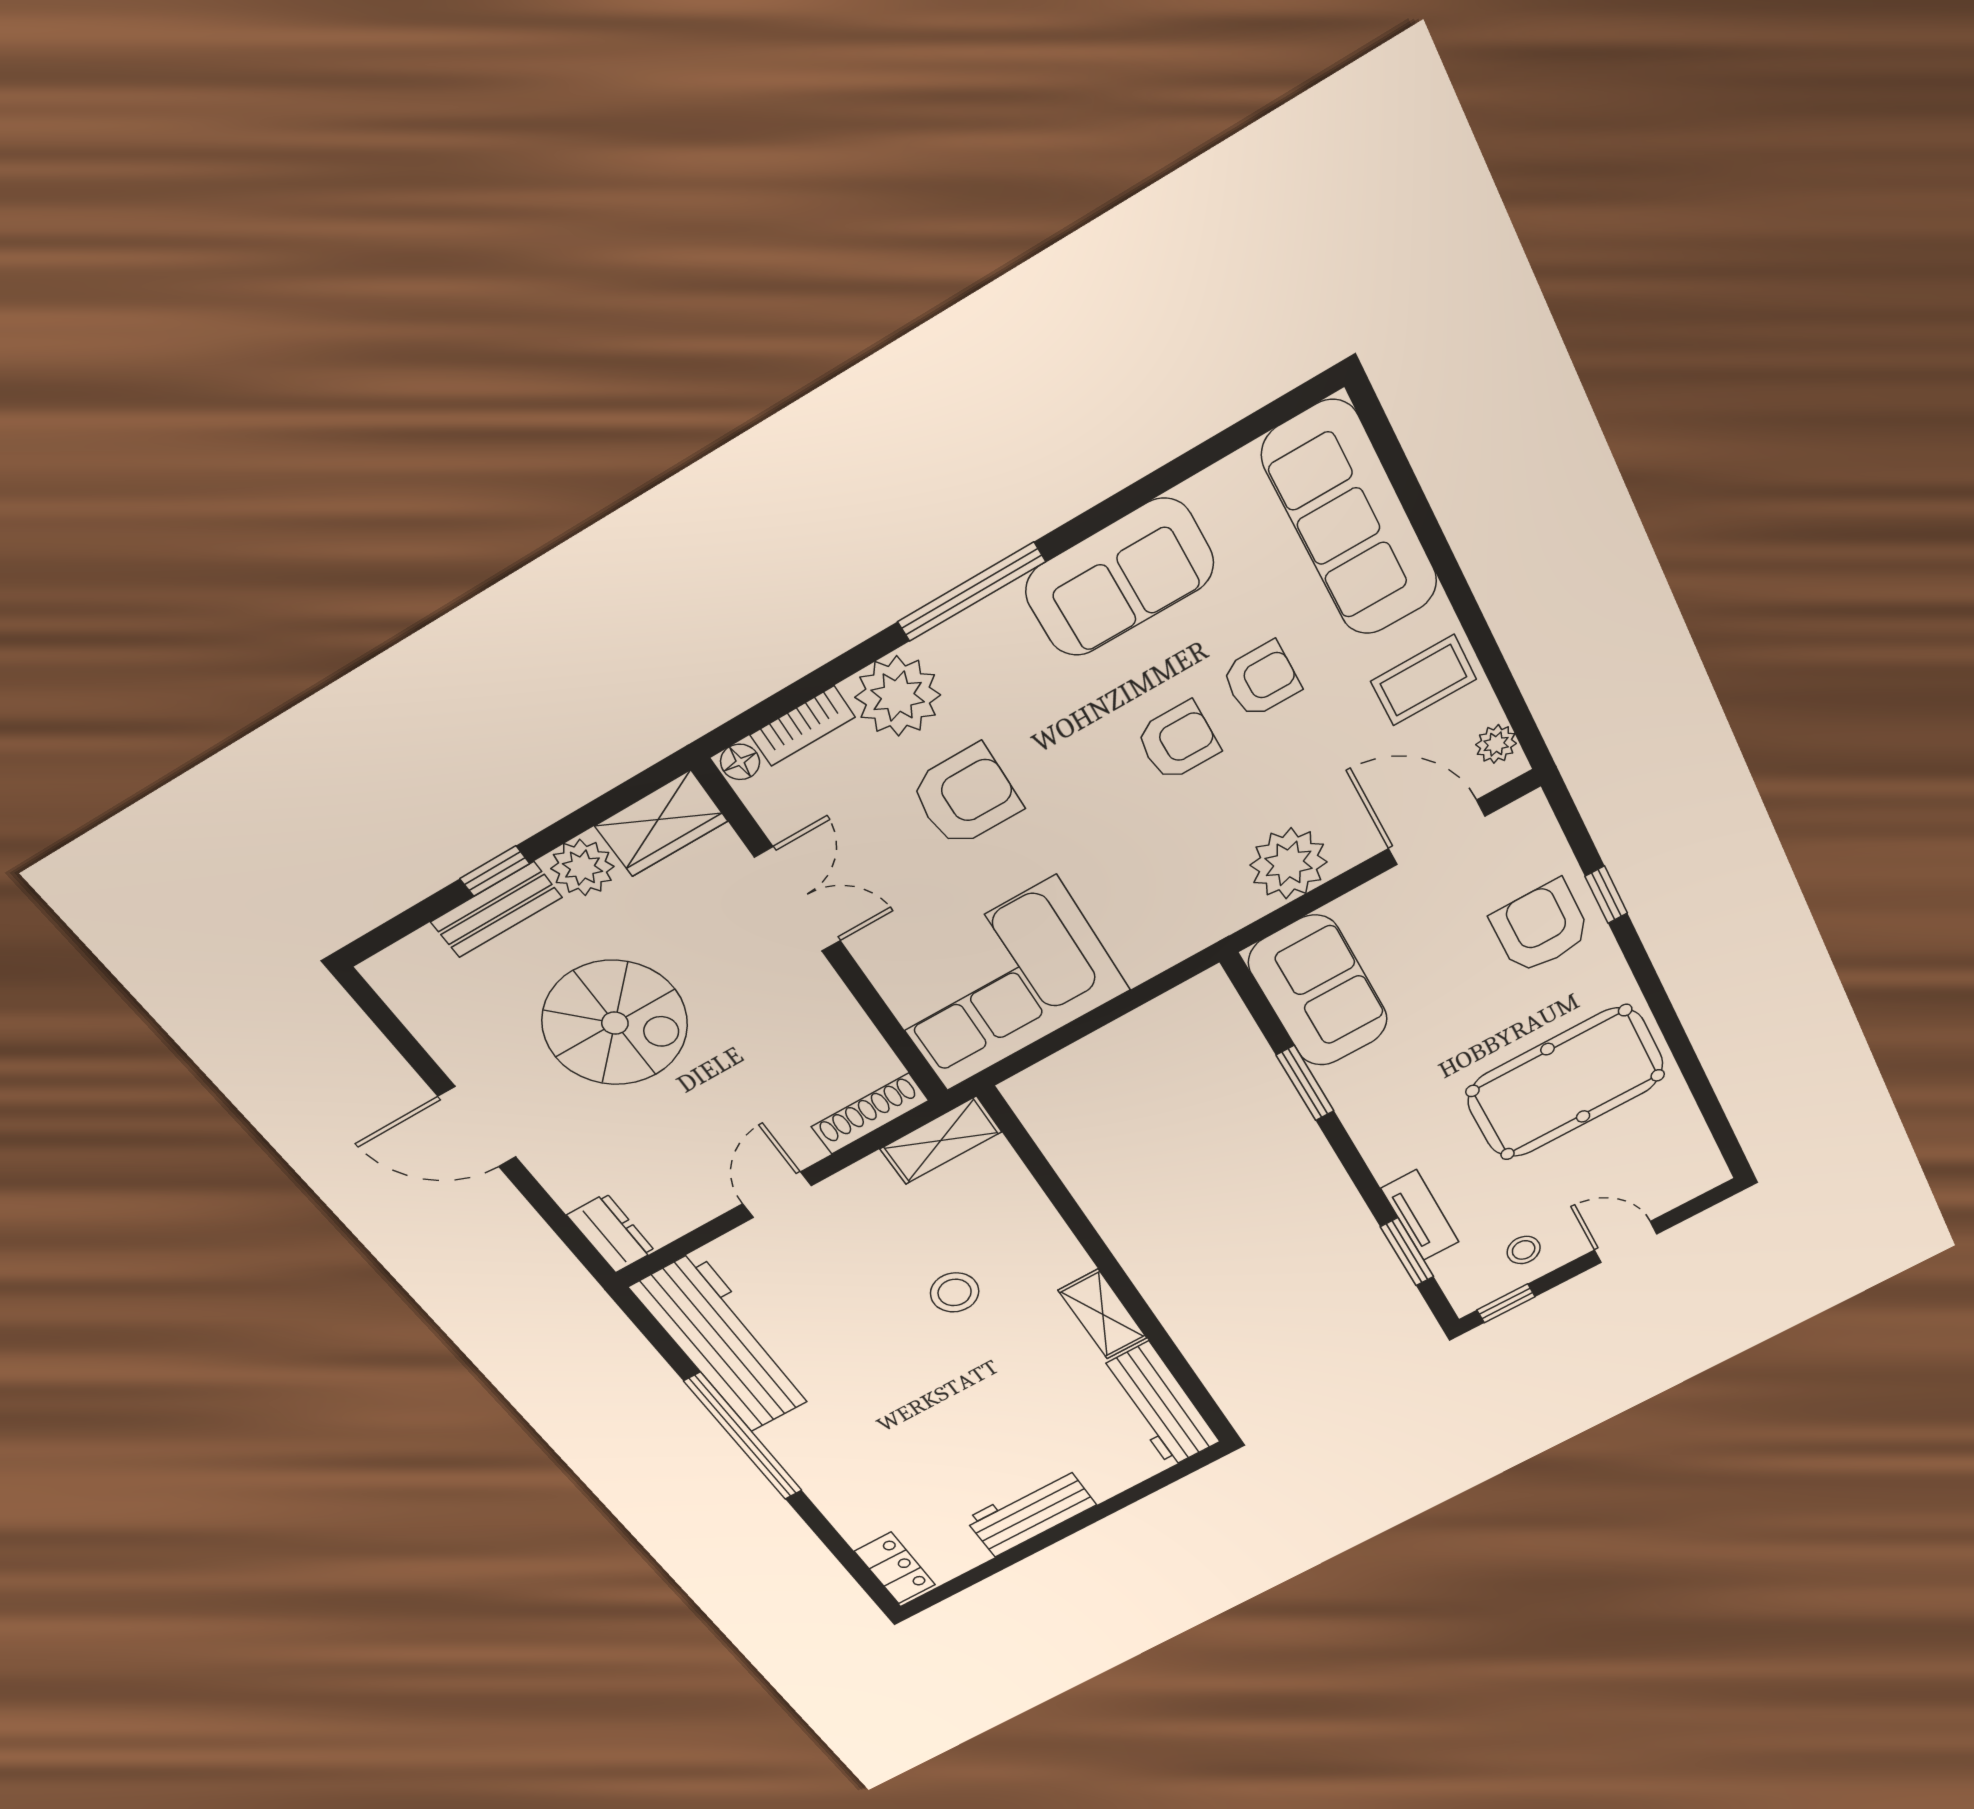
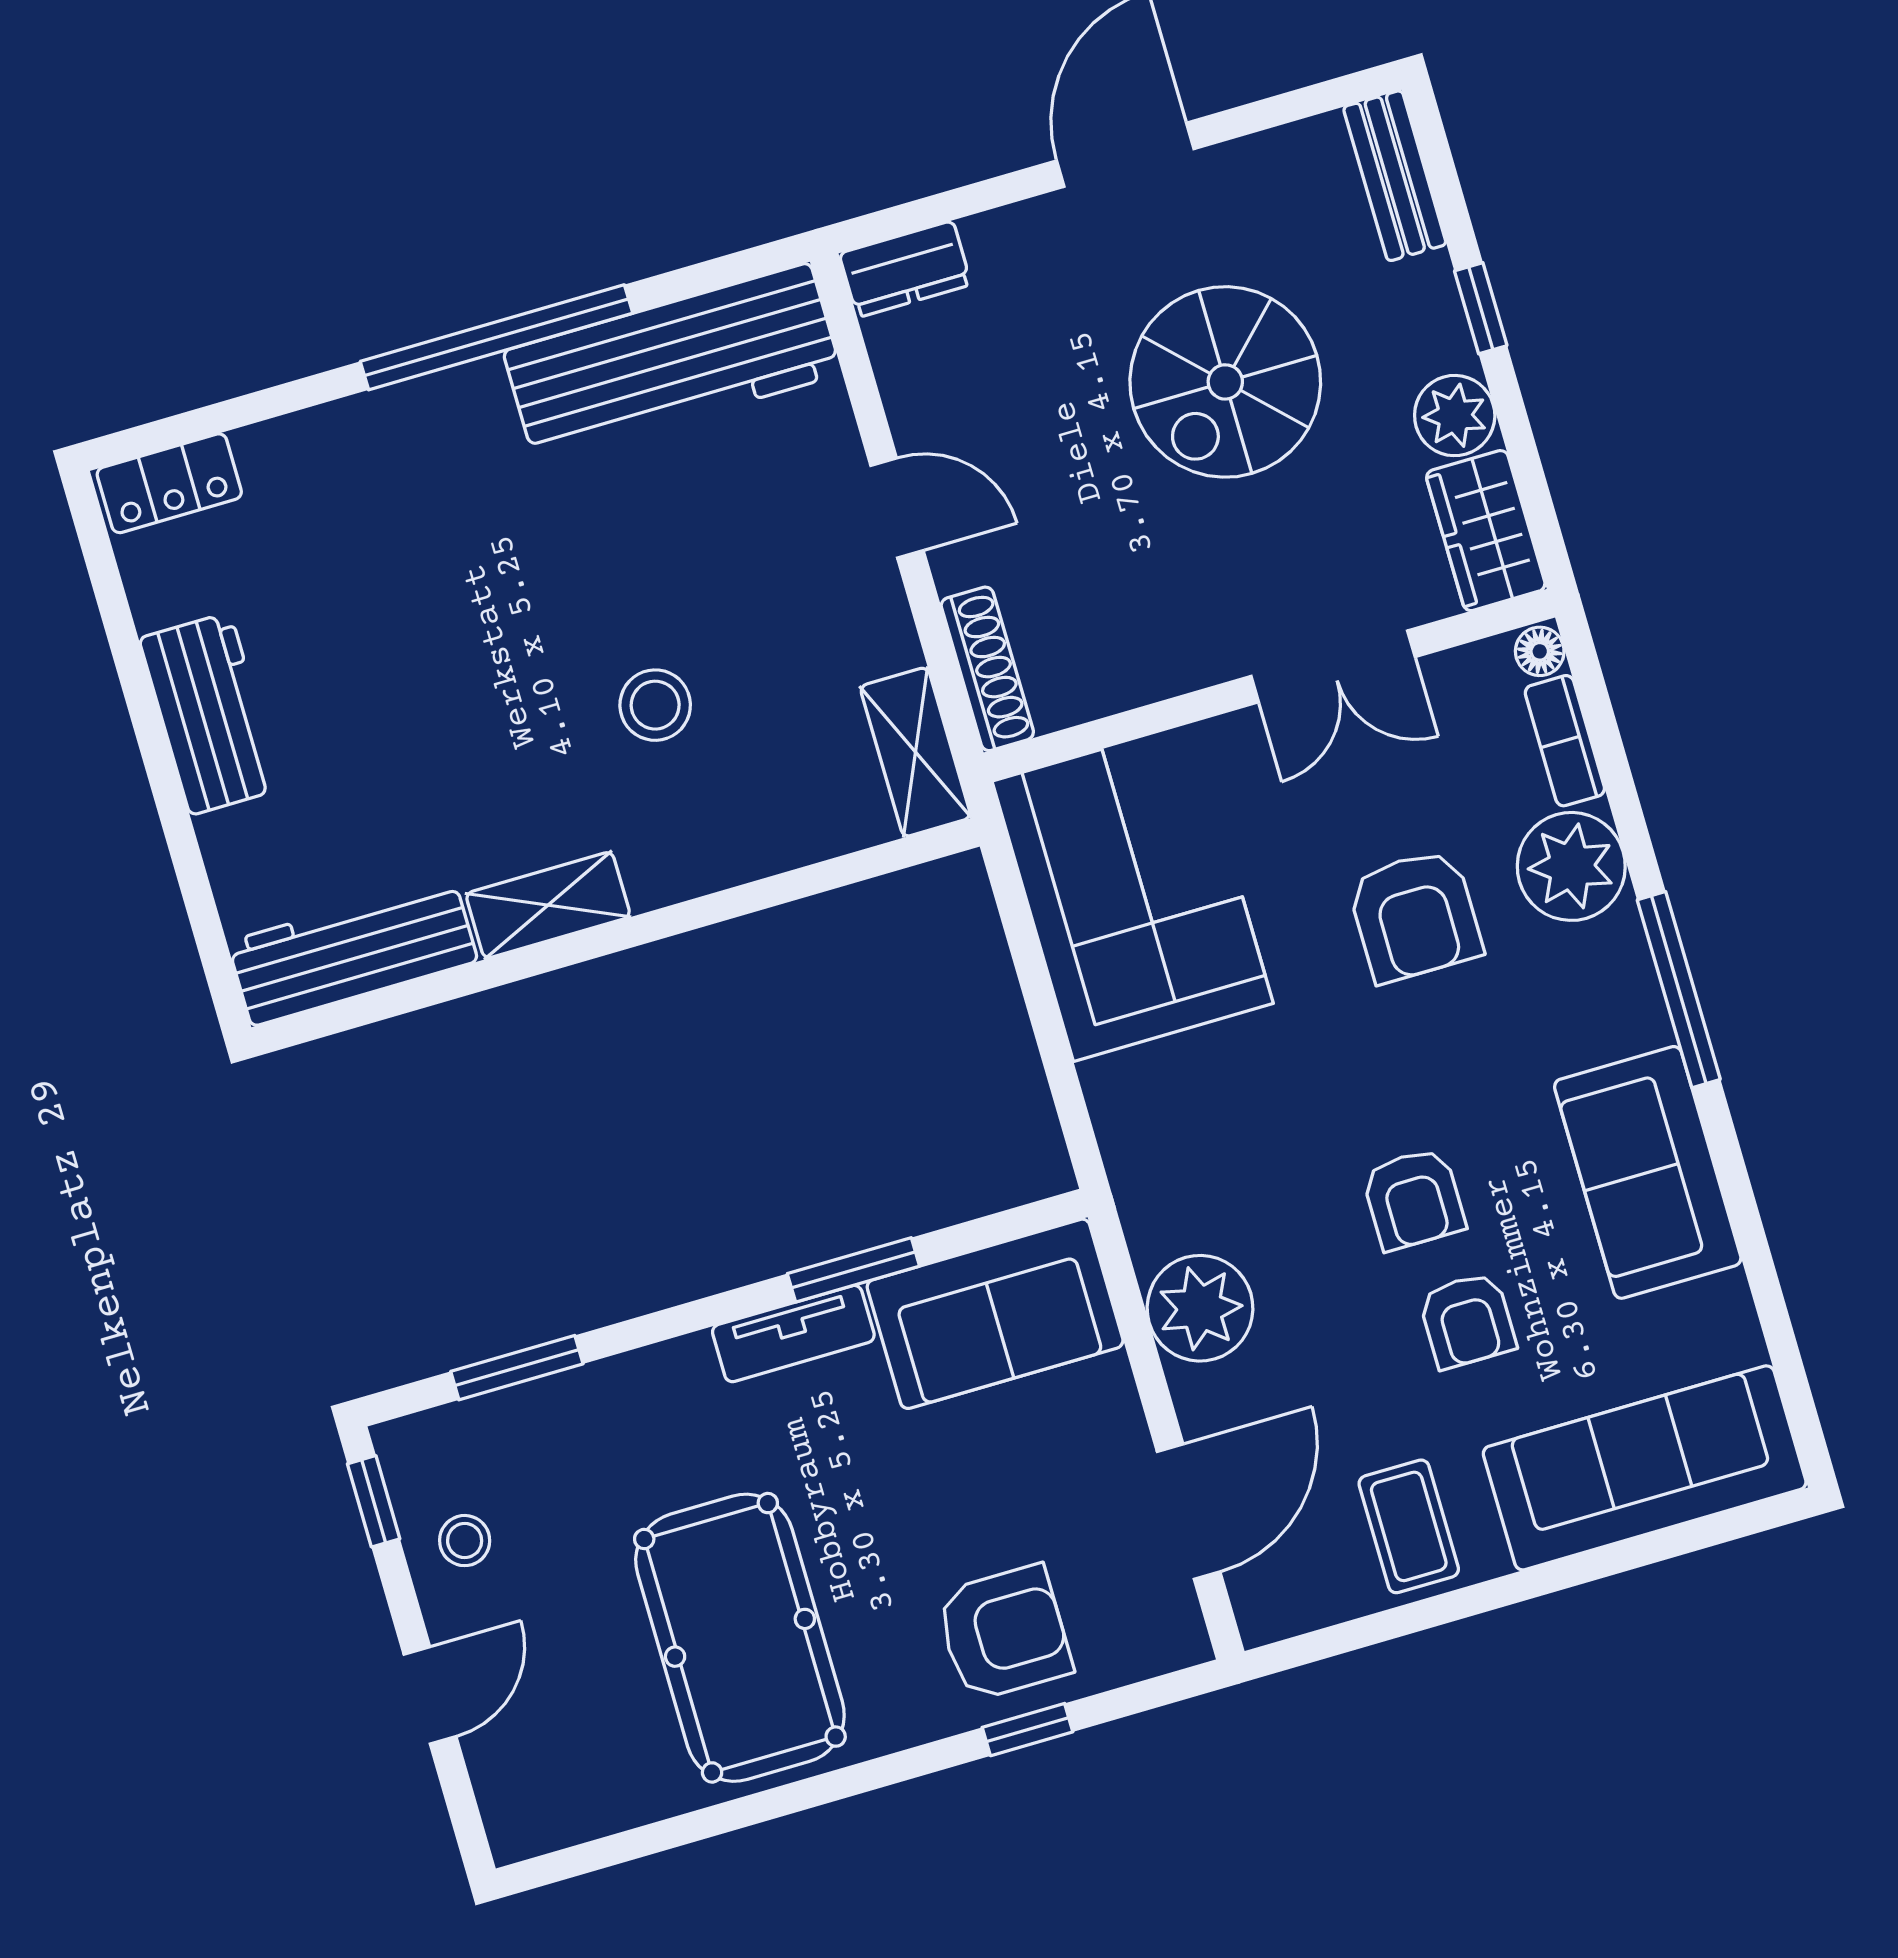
plant: (1496, 744) -> (1294, 1608), removed
bench: (496, 910) -> (1395, 176), moved
tv unit: (1420, 1215) -> (793, 1334), moved

